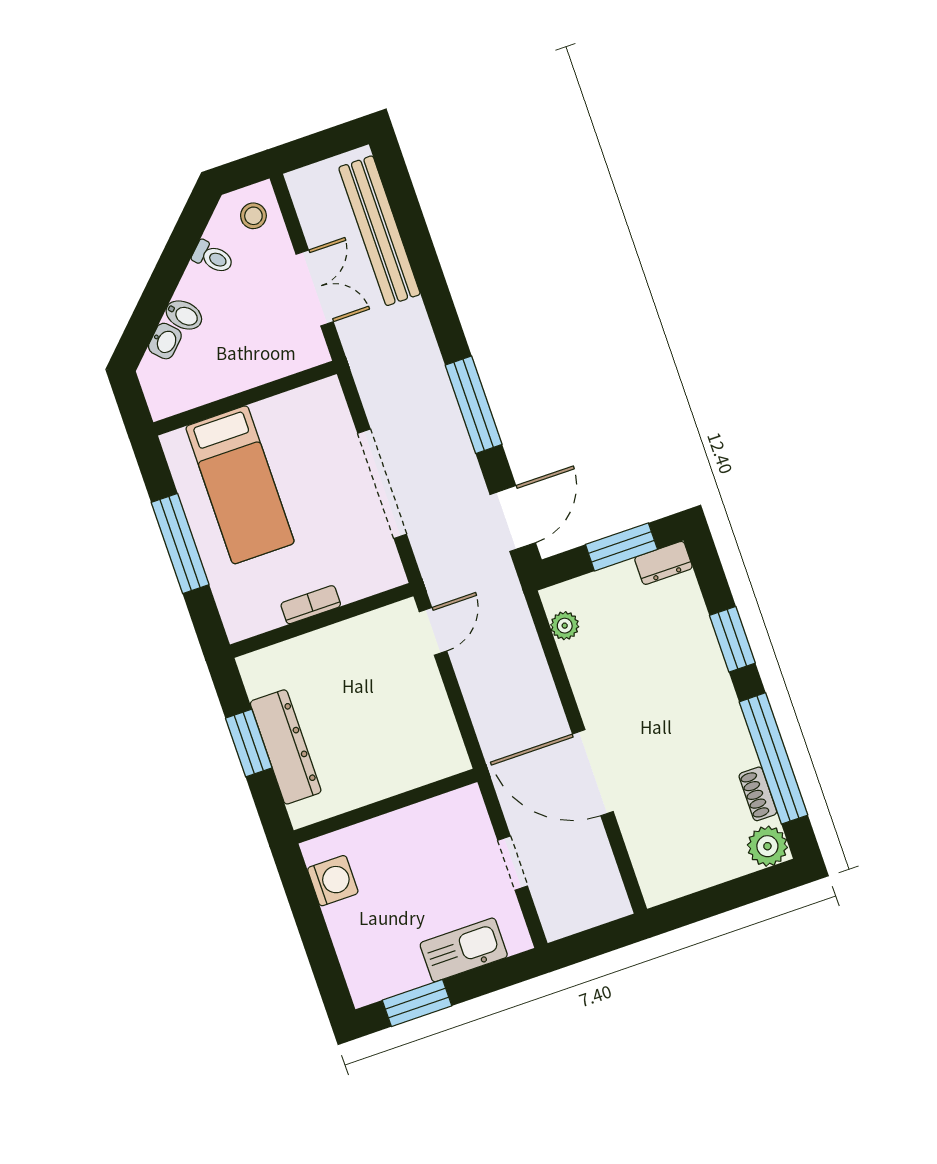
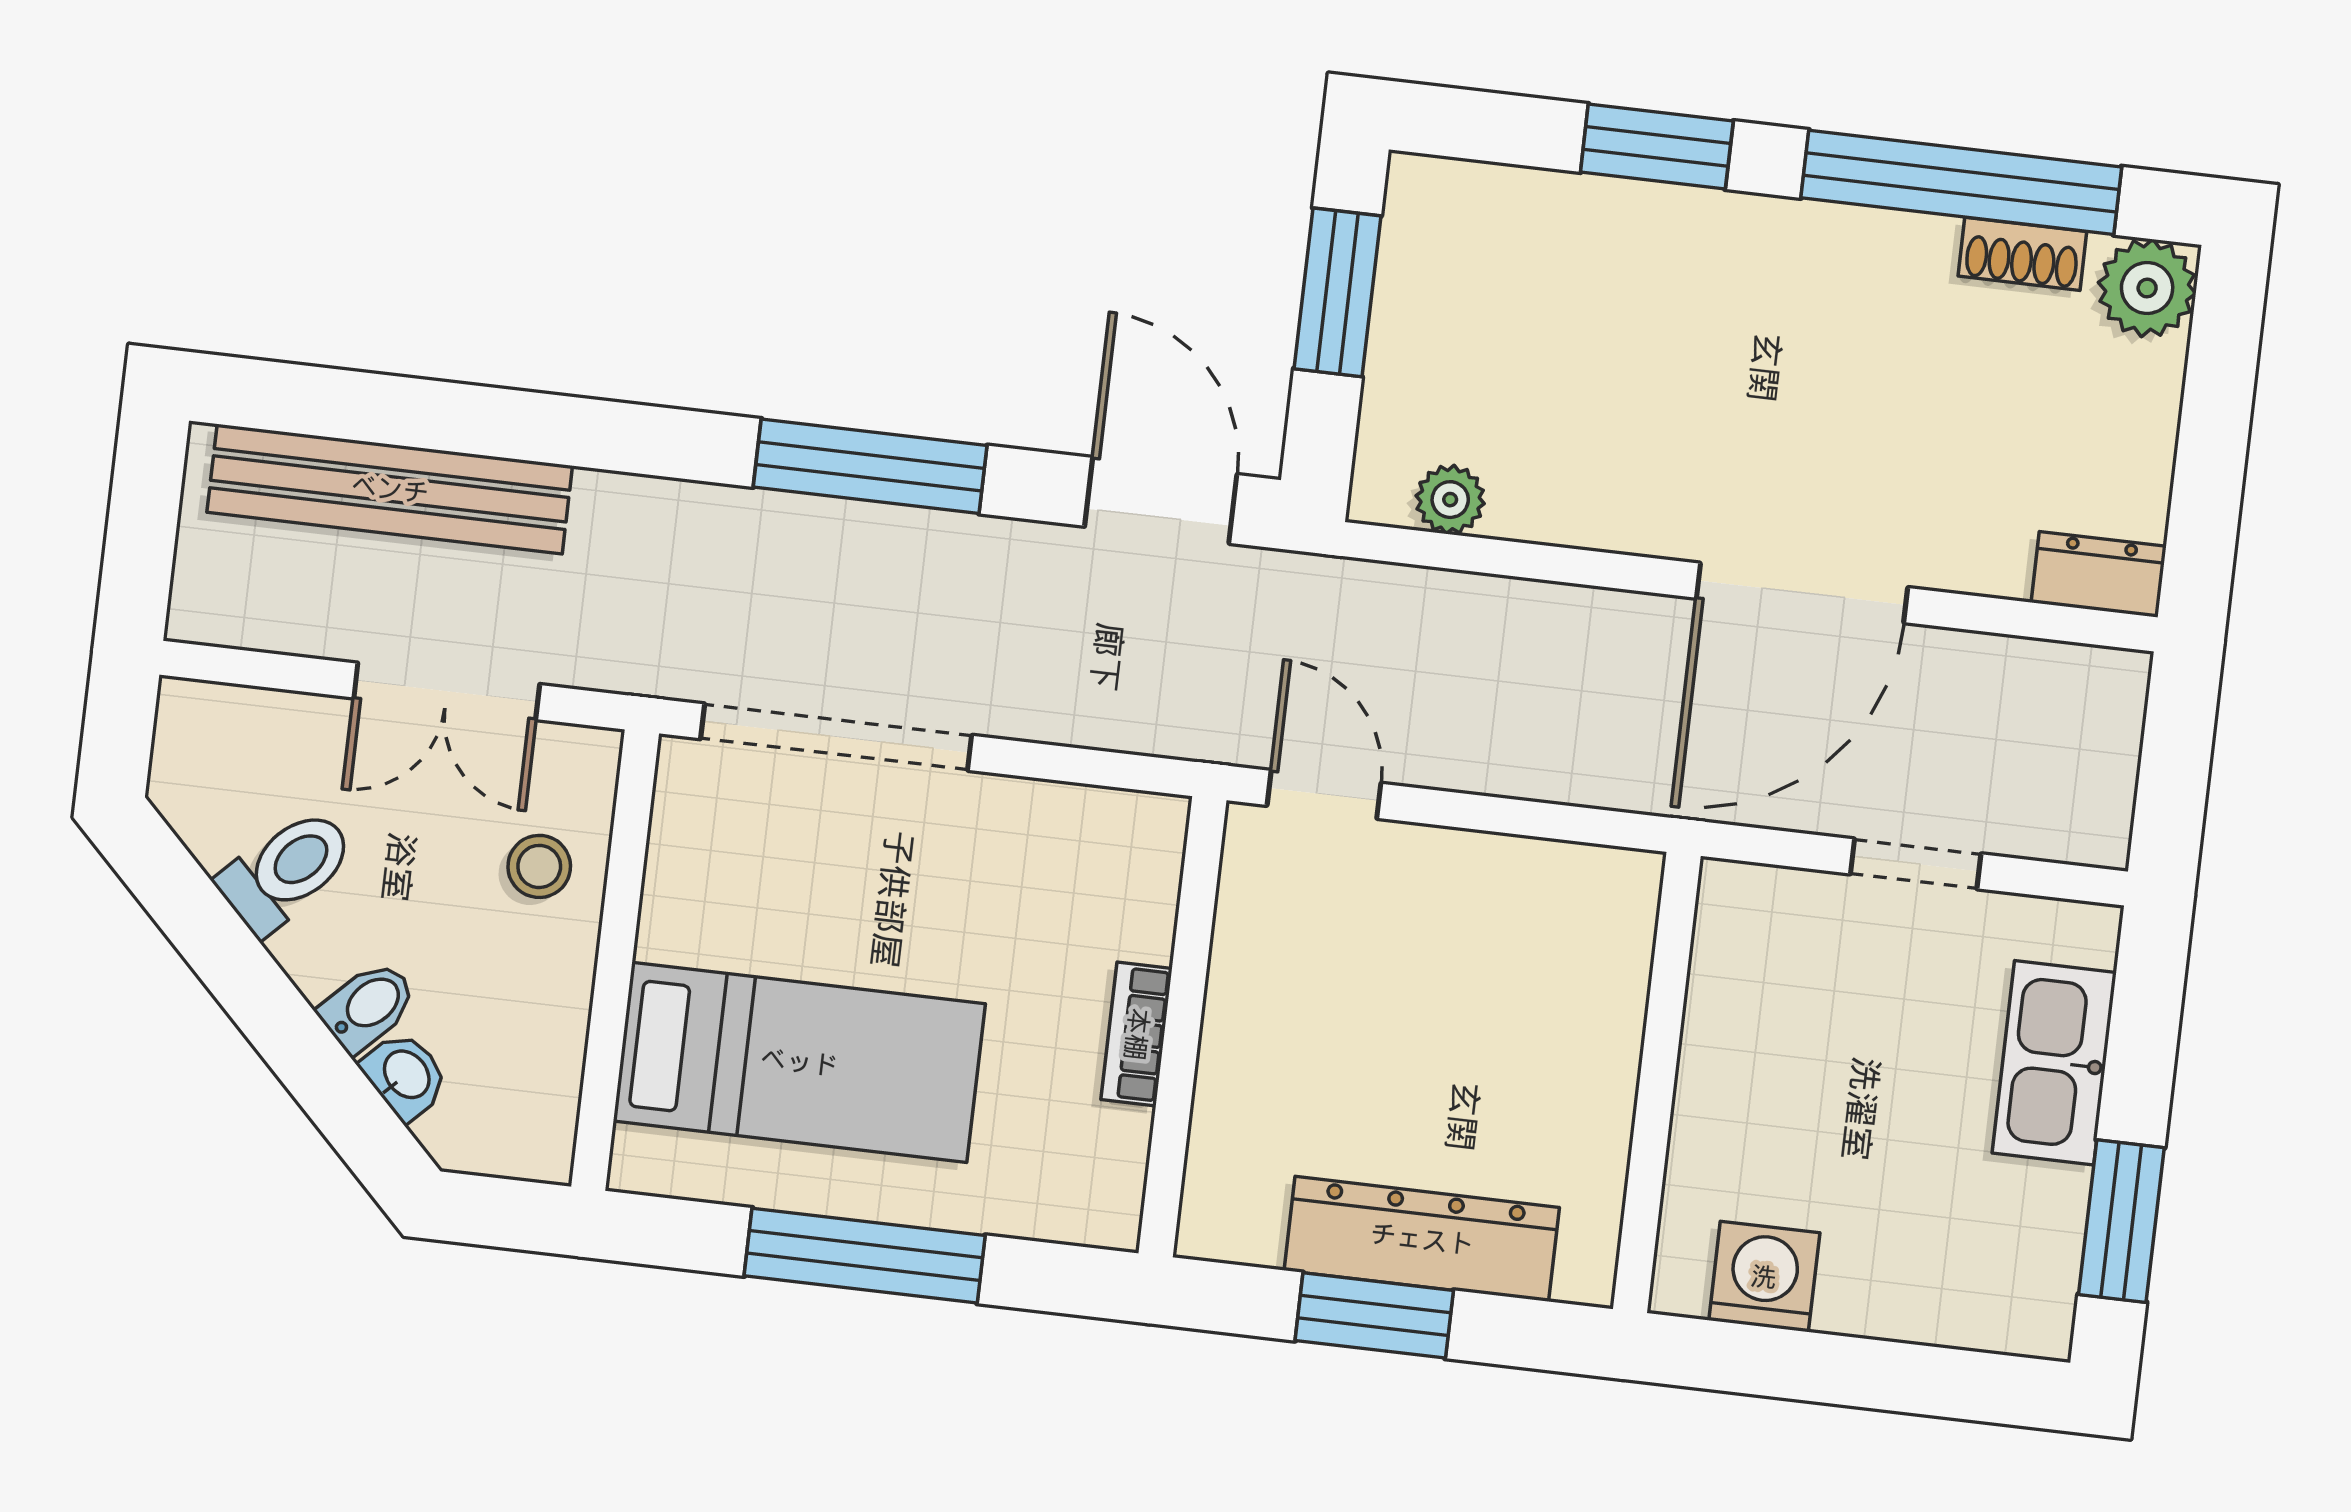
stool: (253, 216) -> (539, 866), moved
toilet: (213, 257) -> (287, 871), width x1.37, depth x1.39
double door: (315, 288) -> (447, 691), swing flipped
doorway: (382, 484) -> (836, 737), moved
dresser: (663, 563) -> (2099, 574), moved, turned -90

